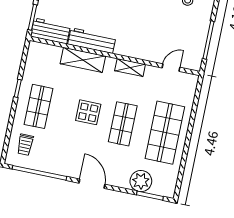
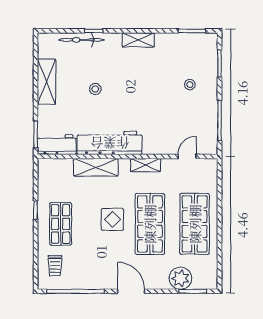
workbench: (92, 41) -> (110, 143), width x1.36, depth x1.32
shop shelf: (123, 124) -> (150, 224), width x1.43, depth x1.36

